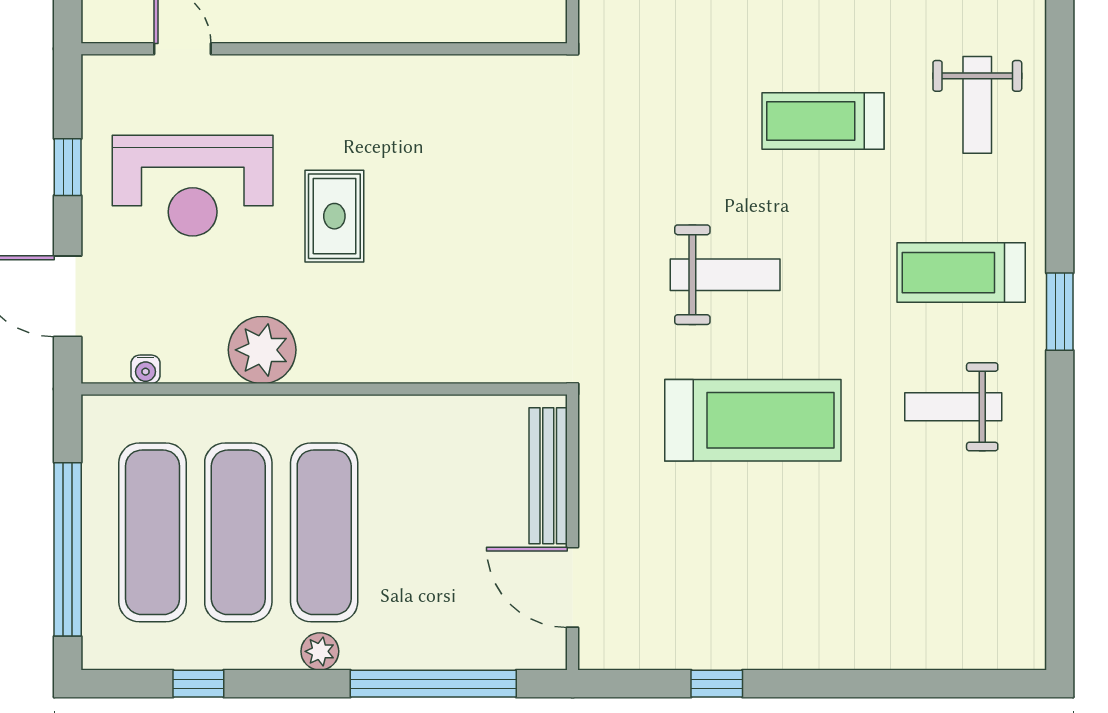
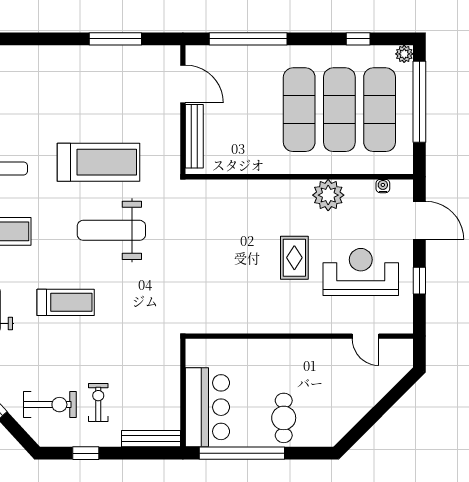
weight bench: (725, 275) -> (111, 230), width x1.36, depth x1.33
treadmill: (753, 420) -> (98, 162), turned 180
plant: (320, 651) -> (404, 54), moved
window: (717, 684) -> (115, 39), width x2.17

